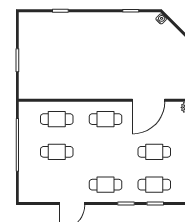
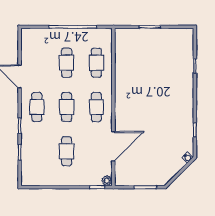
door: (149, 100) -> (113, 146), swing flipped
cafe table: (154, 185) -> (67, 107), moved

